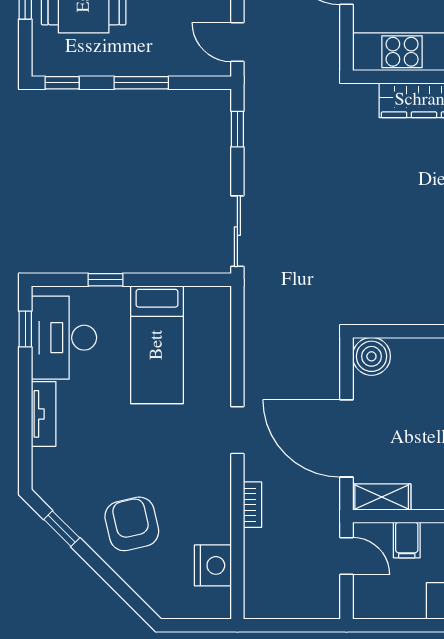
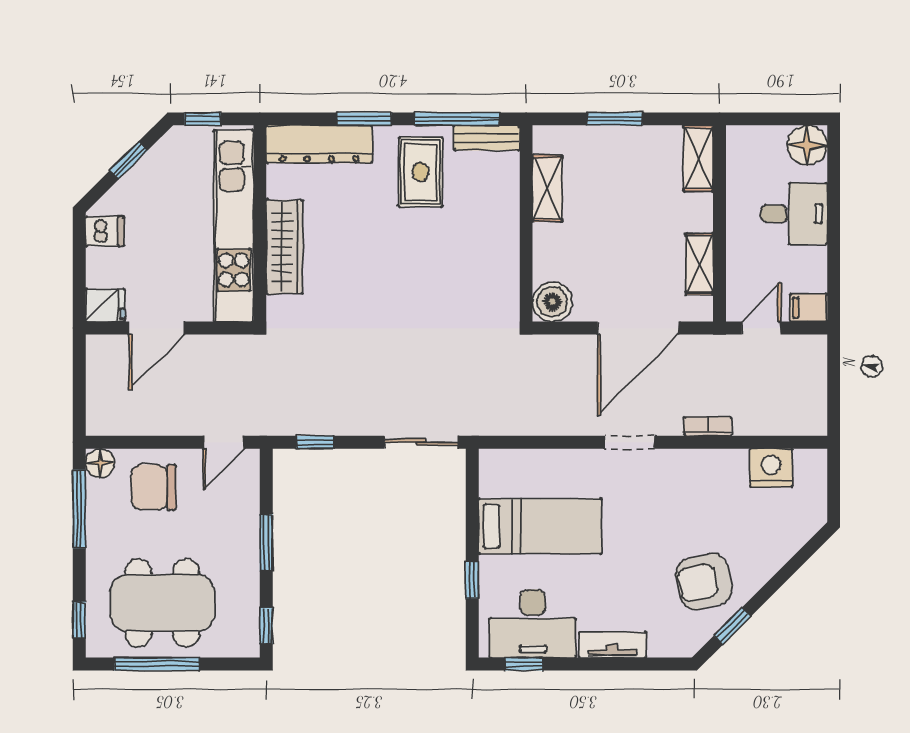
shelving: (382, 497) -> (699, 264), moved
armchair: (132, 524) -> (704, 581), moved
filing cabinet: (407, 540) -> (809, 308), moved, turned 180

